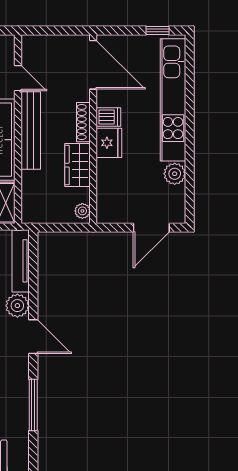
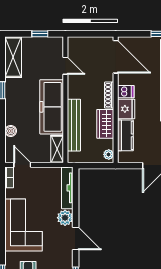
bench: (31, 131) -> (74, 125), moved
kitchen counter: (108, 182) -> (125, 135), added

